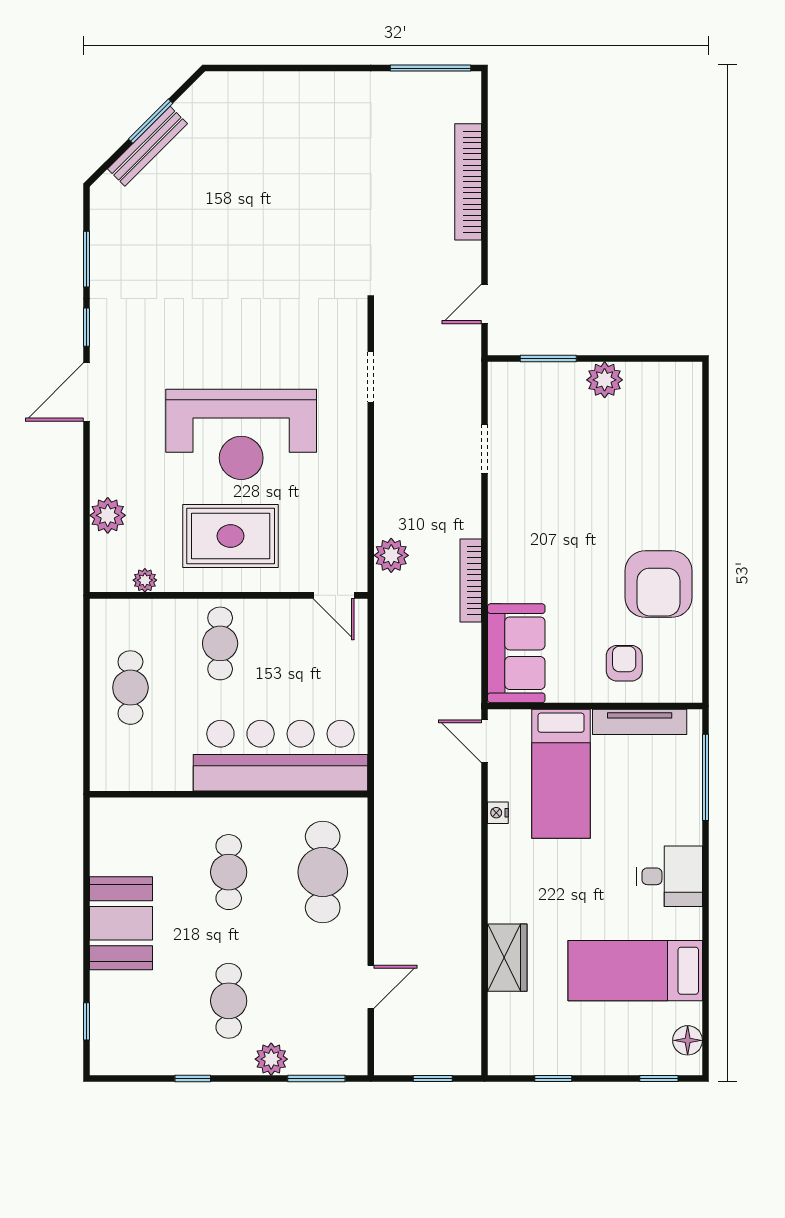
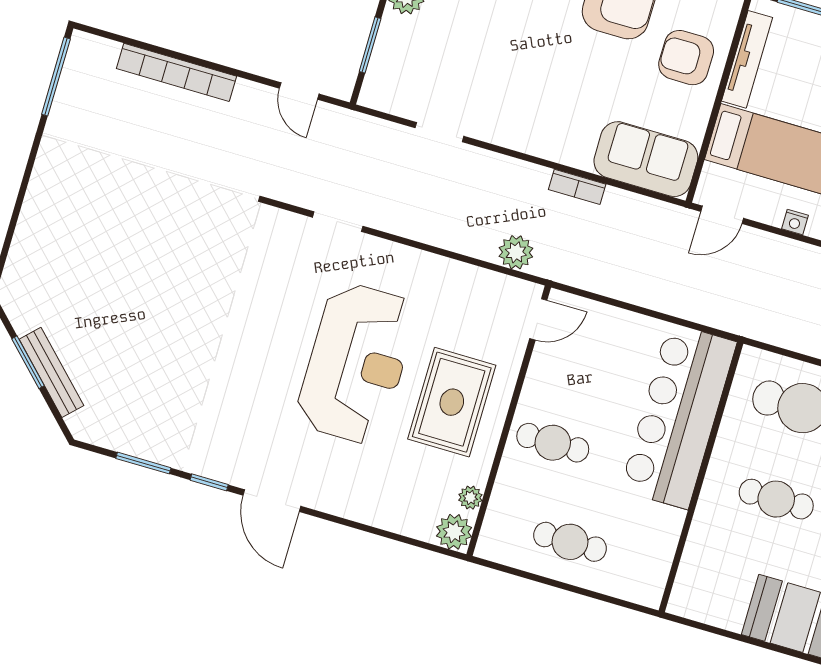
plant: (108, 515) -> (454, 532), moved
bookcase: (471, 580) -> (577, 187), width x0.64
armchair: (624, 663) -> (686, 58), width x1.38, depth x1.38

